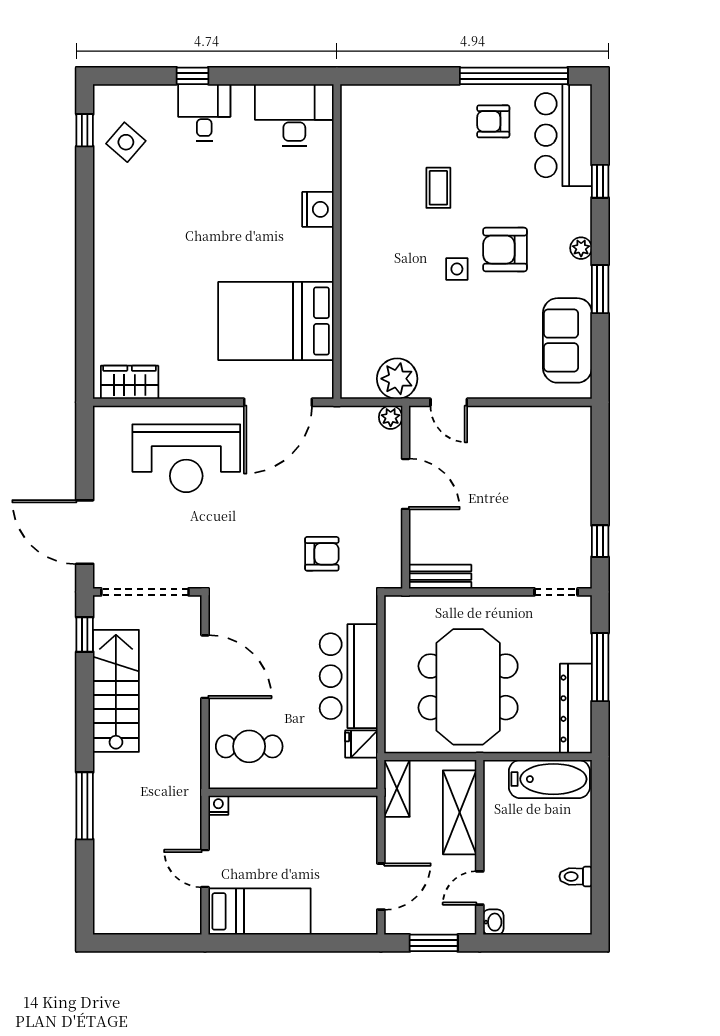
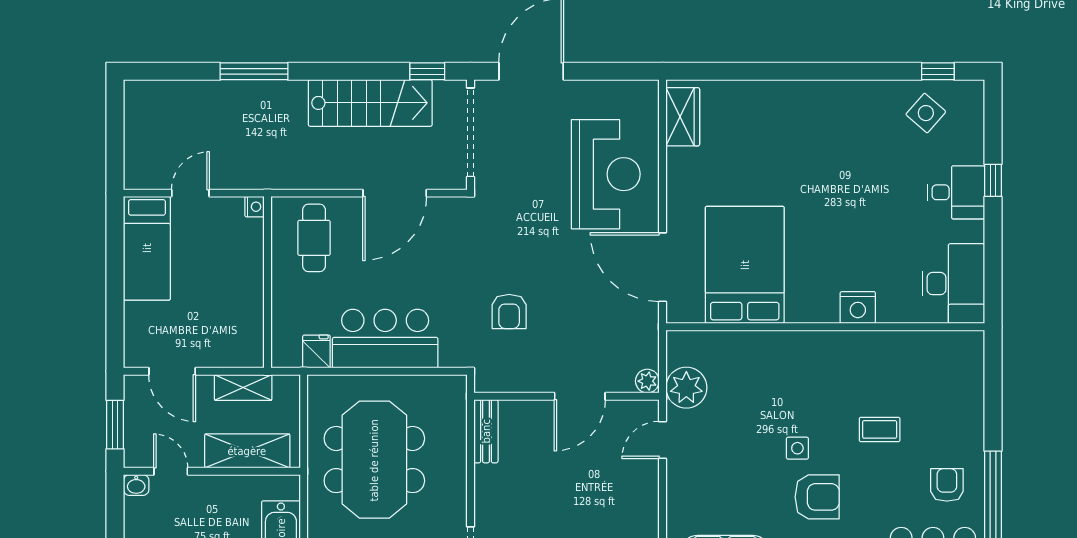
armchair: (505, 250) -> (817, 497), turned 90
reception desk: (186, 458) -> (606, 174), turned 180
meeting table: (468, 687) -> (374, 460), turned 90
shelving: (397, 788) -> (243, 387), moved

